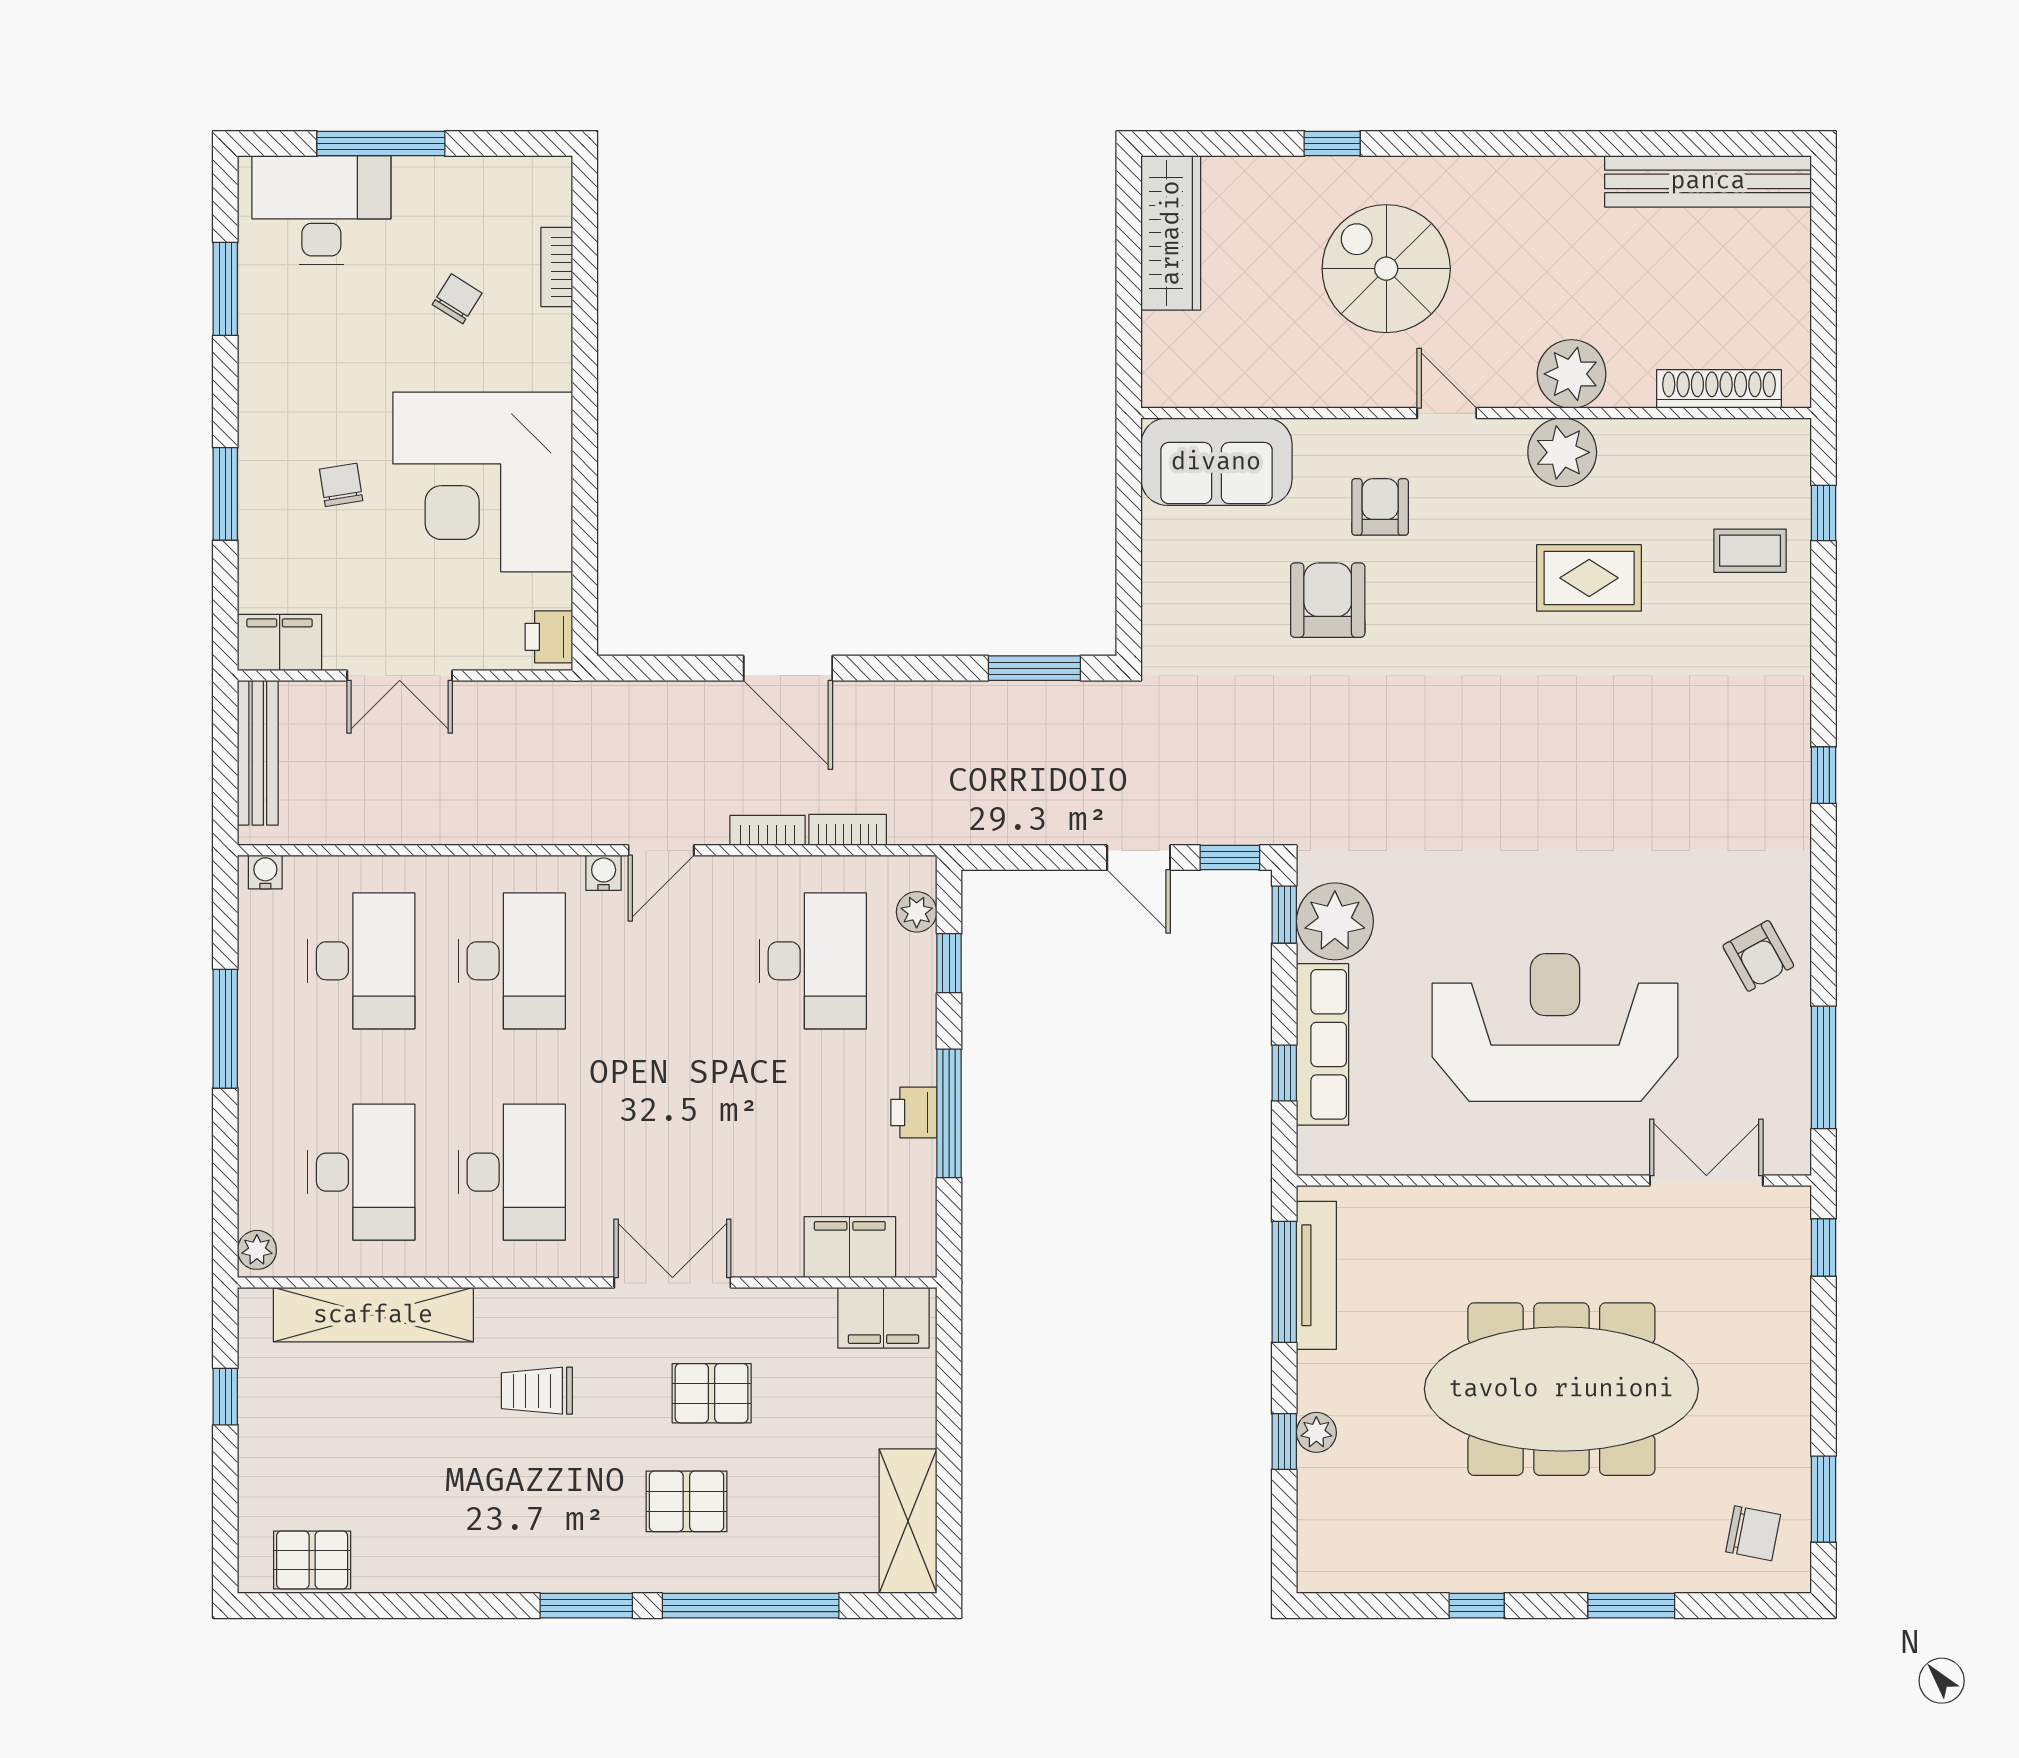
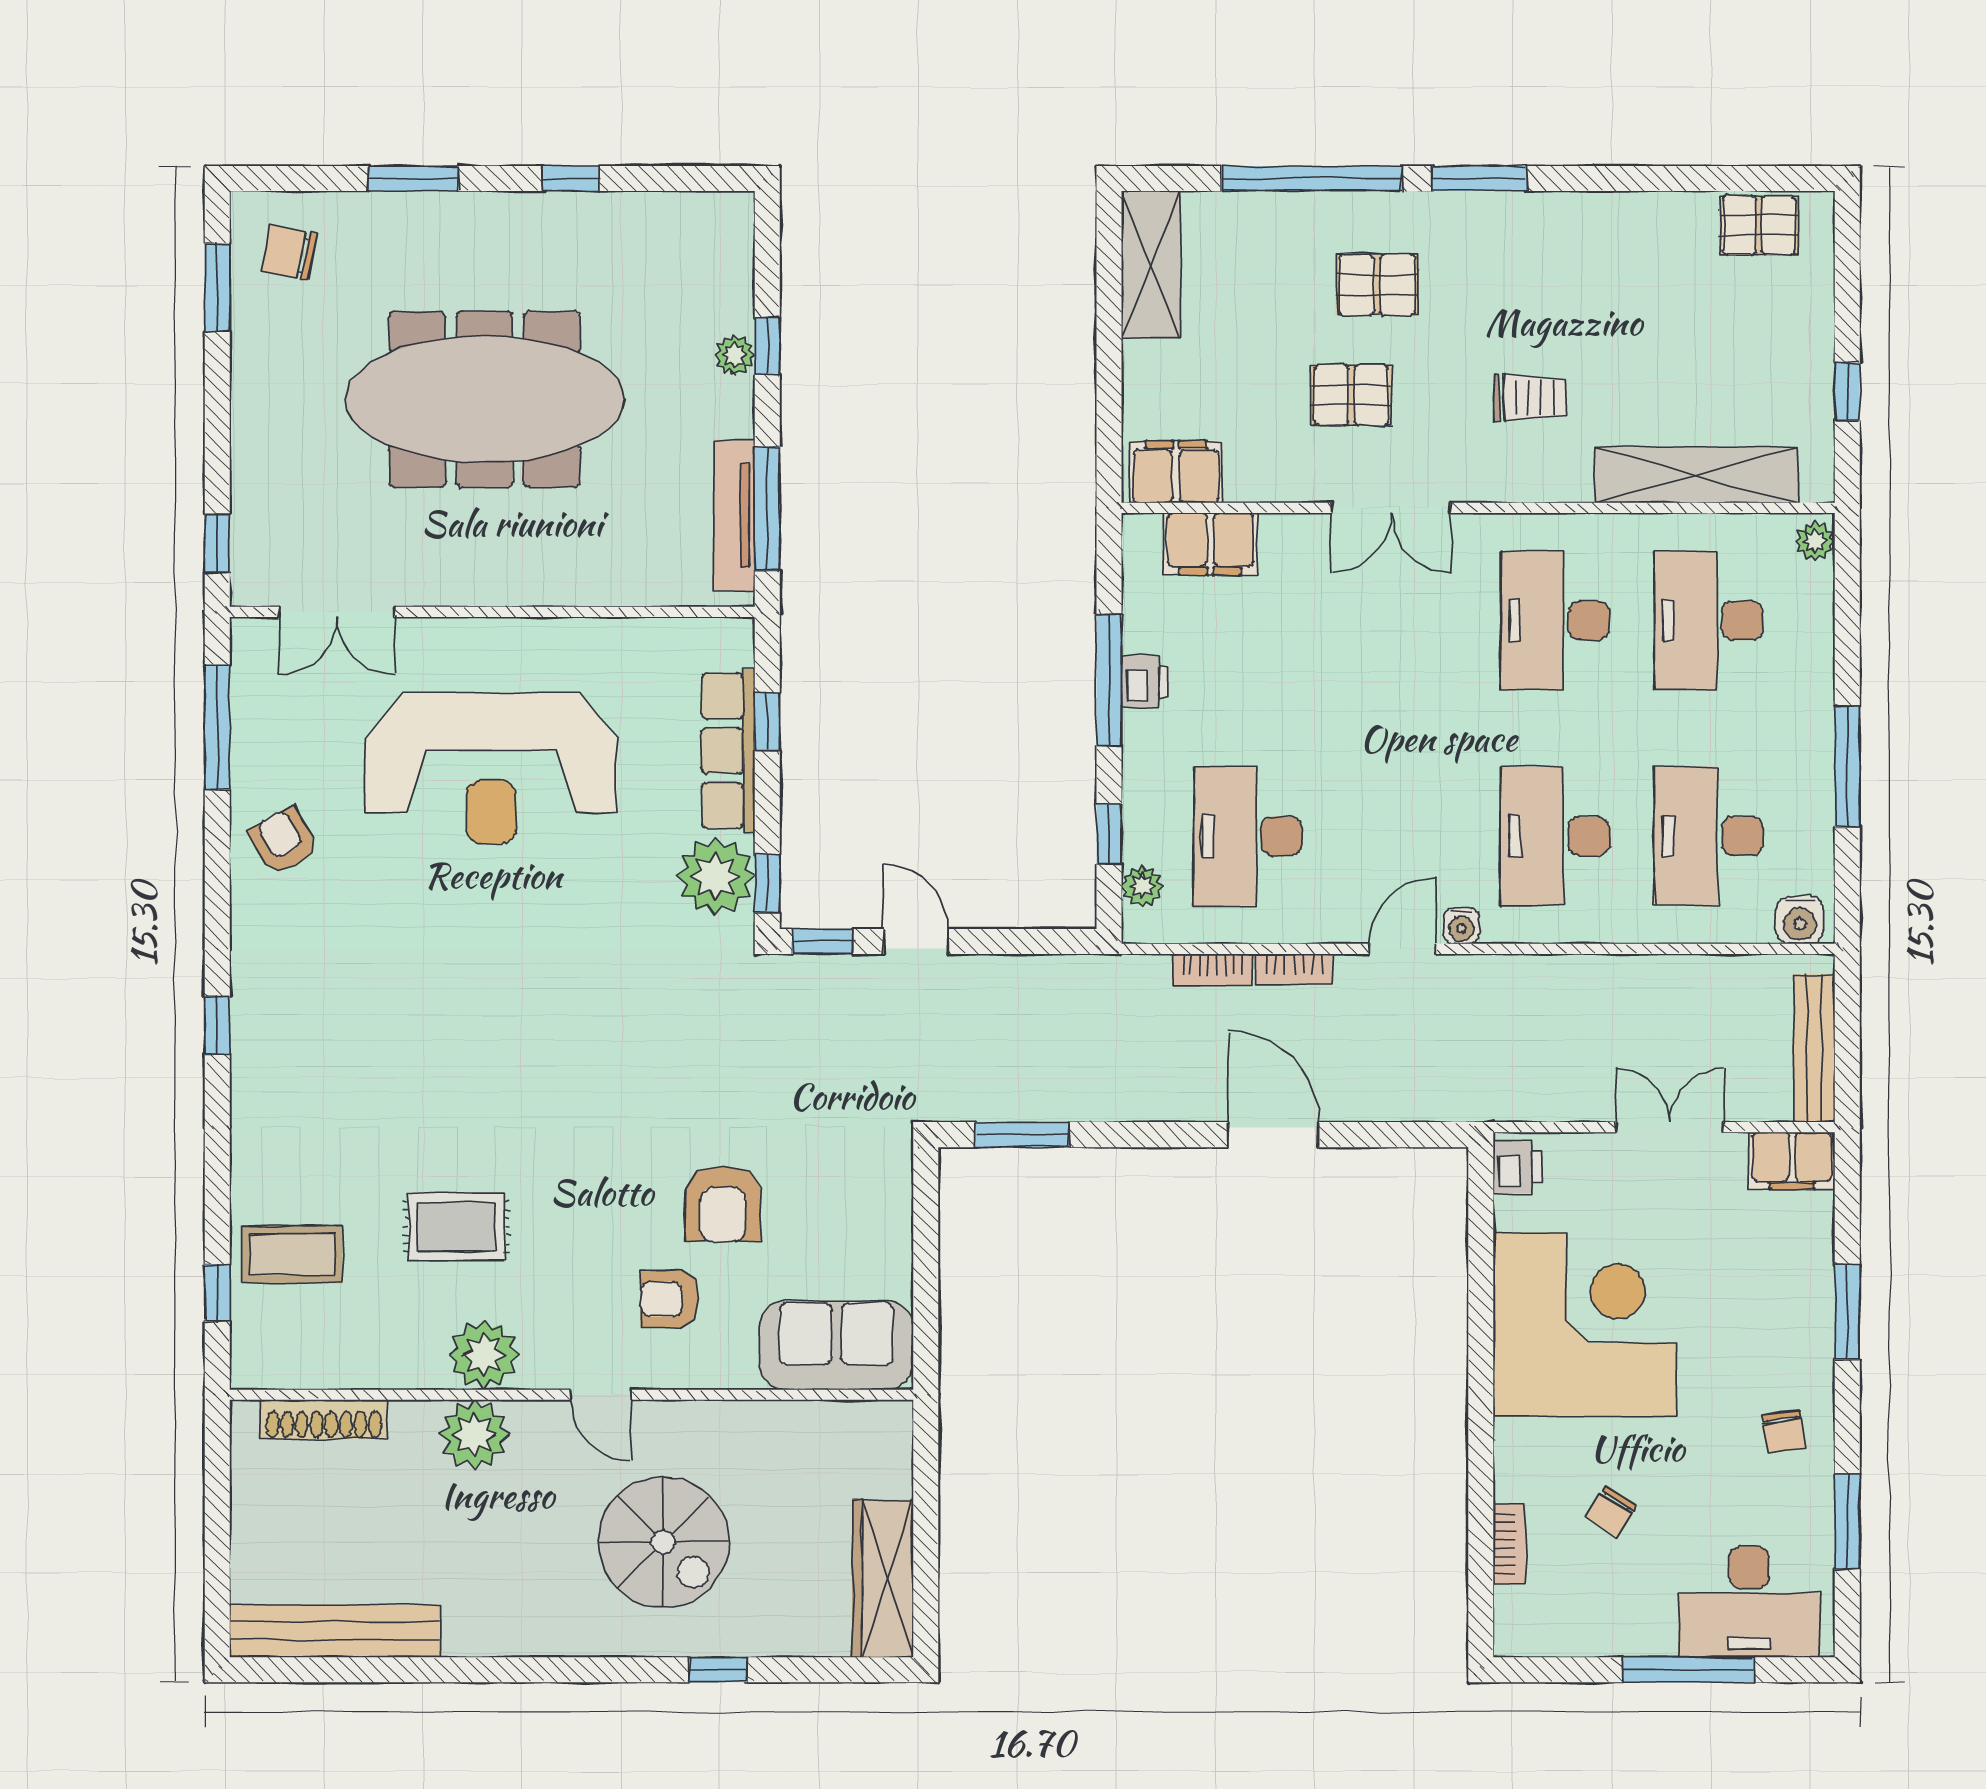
chair: (341, 485) -> (1784, 1431), moved
armchair: (1380, 507) -> (669, 1299), turned 90
coffee table: (1750, 551) -> (292, 1254), width x1.36, depth x1.30
water cooler: (265, 872) -> (1800, 920), width x1.38, depth x1.38

